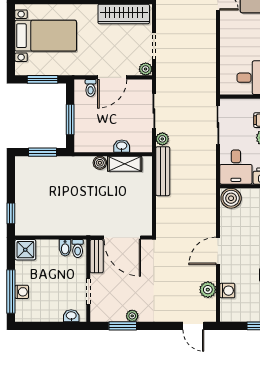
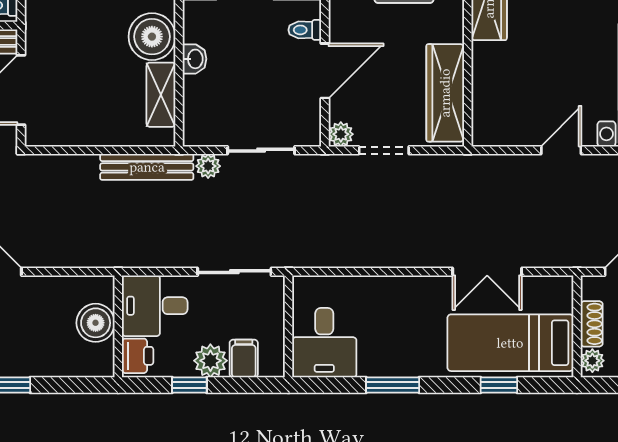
door: (112, 77) -> (325, 71), swing flipped
washbasin: (122, 146) -> (195, 59), moved
boiler: (100, 163) -> (152, 37), width x1.86, depth x1.86
boiler: (231, 198) -> (96, 323), moved

